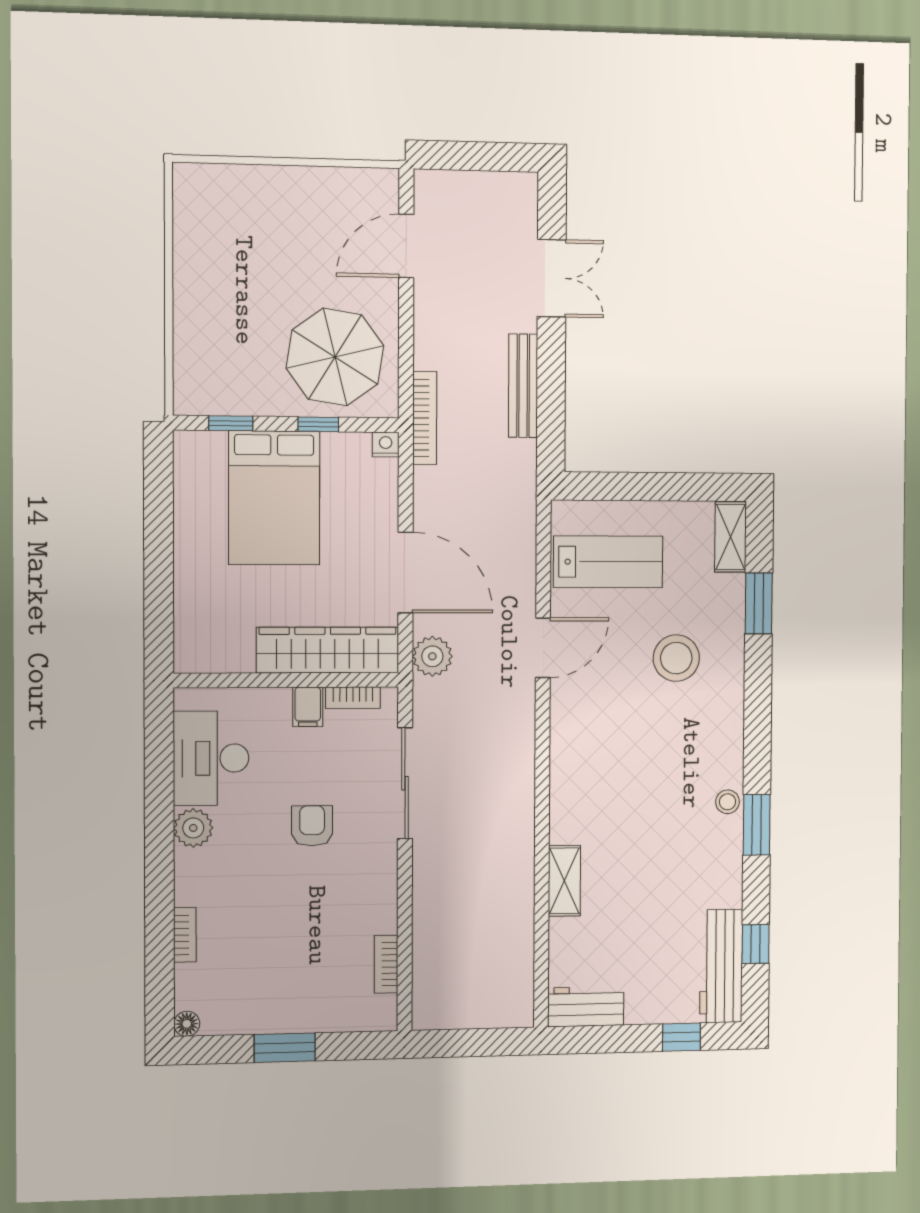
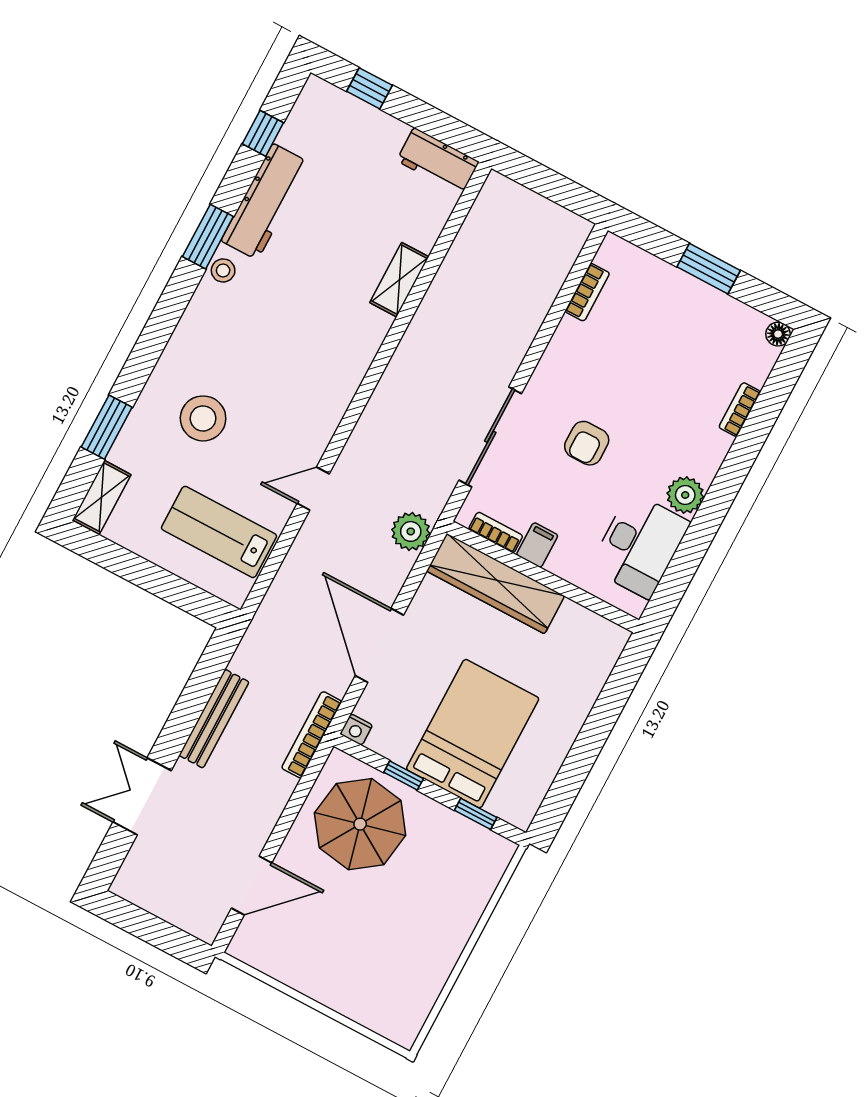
door: (406, 573) -> (379, 645), moved
door: (543, 648) -> (313, 489), width x0.73
workbench: (721, 966) -> (265, 202), moved

